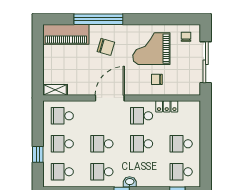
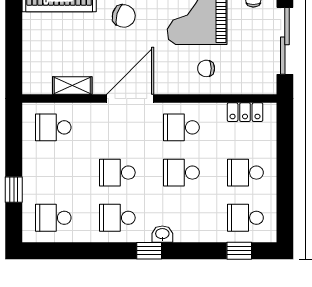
shelving: (55, 90) -> (72, 86), moved
locker: (167, 106) -> (245, 112), moved
school desk: (62, 144) -> (53, 173), removed

